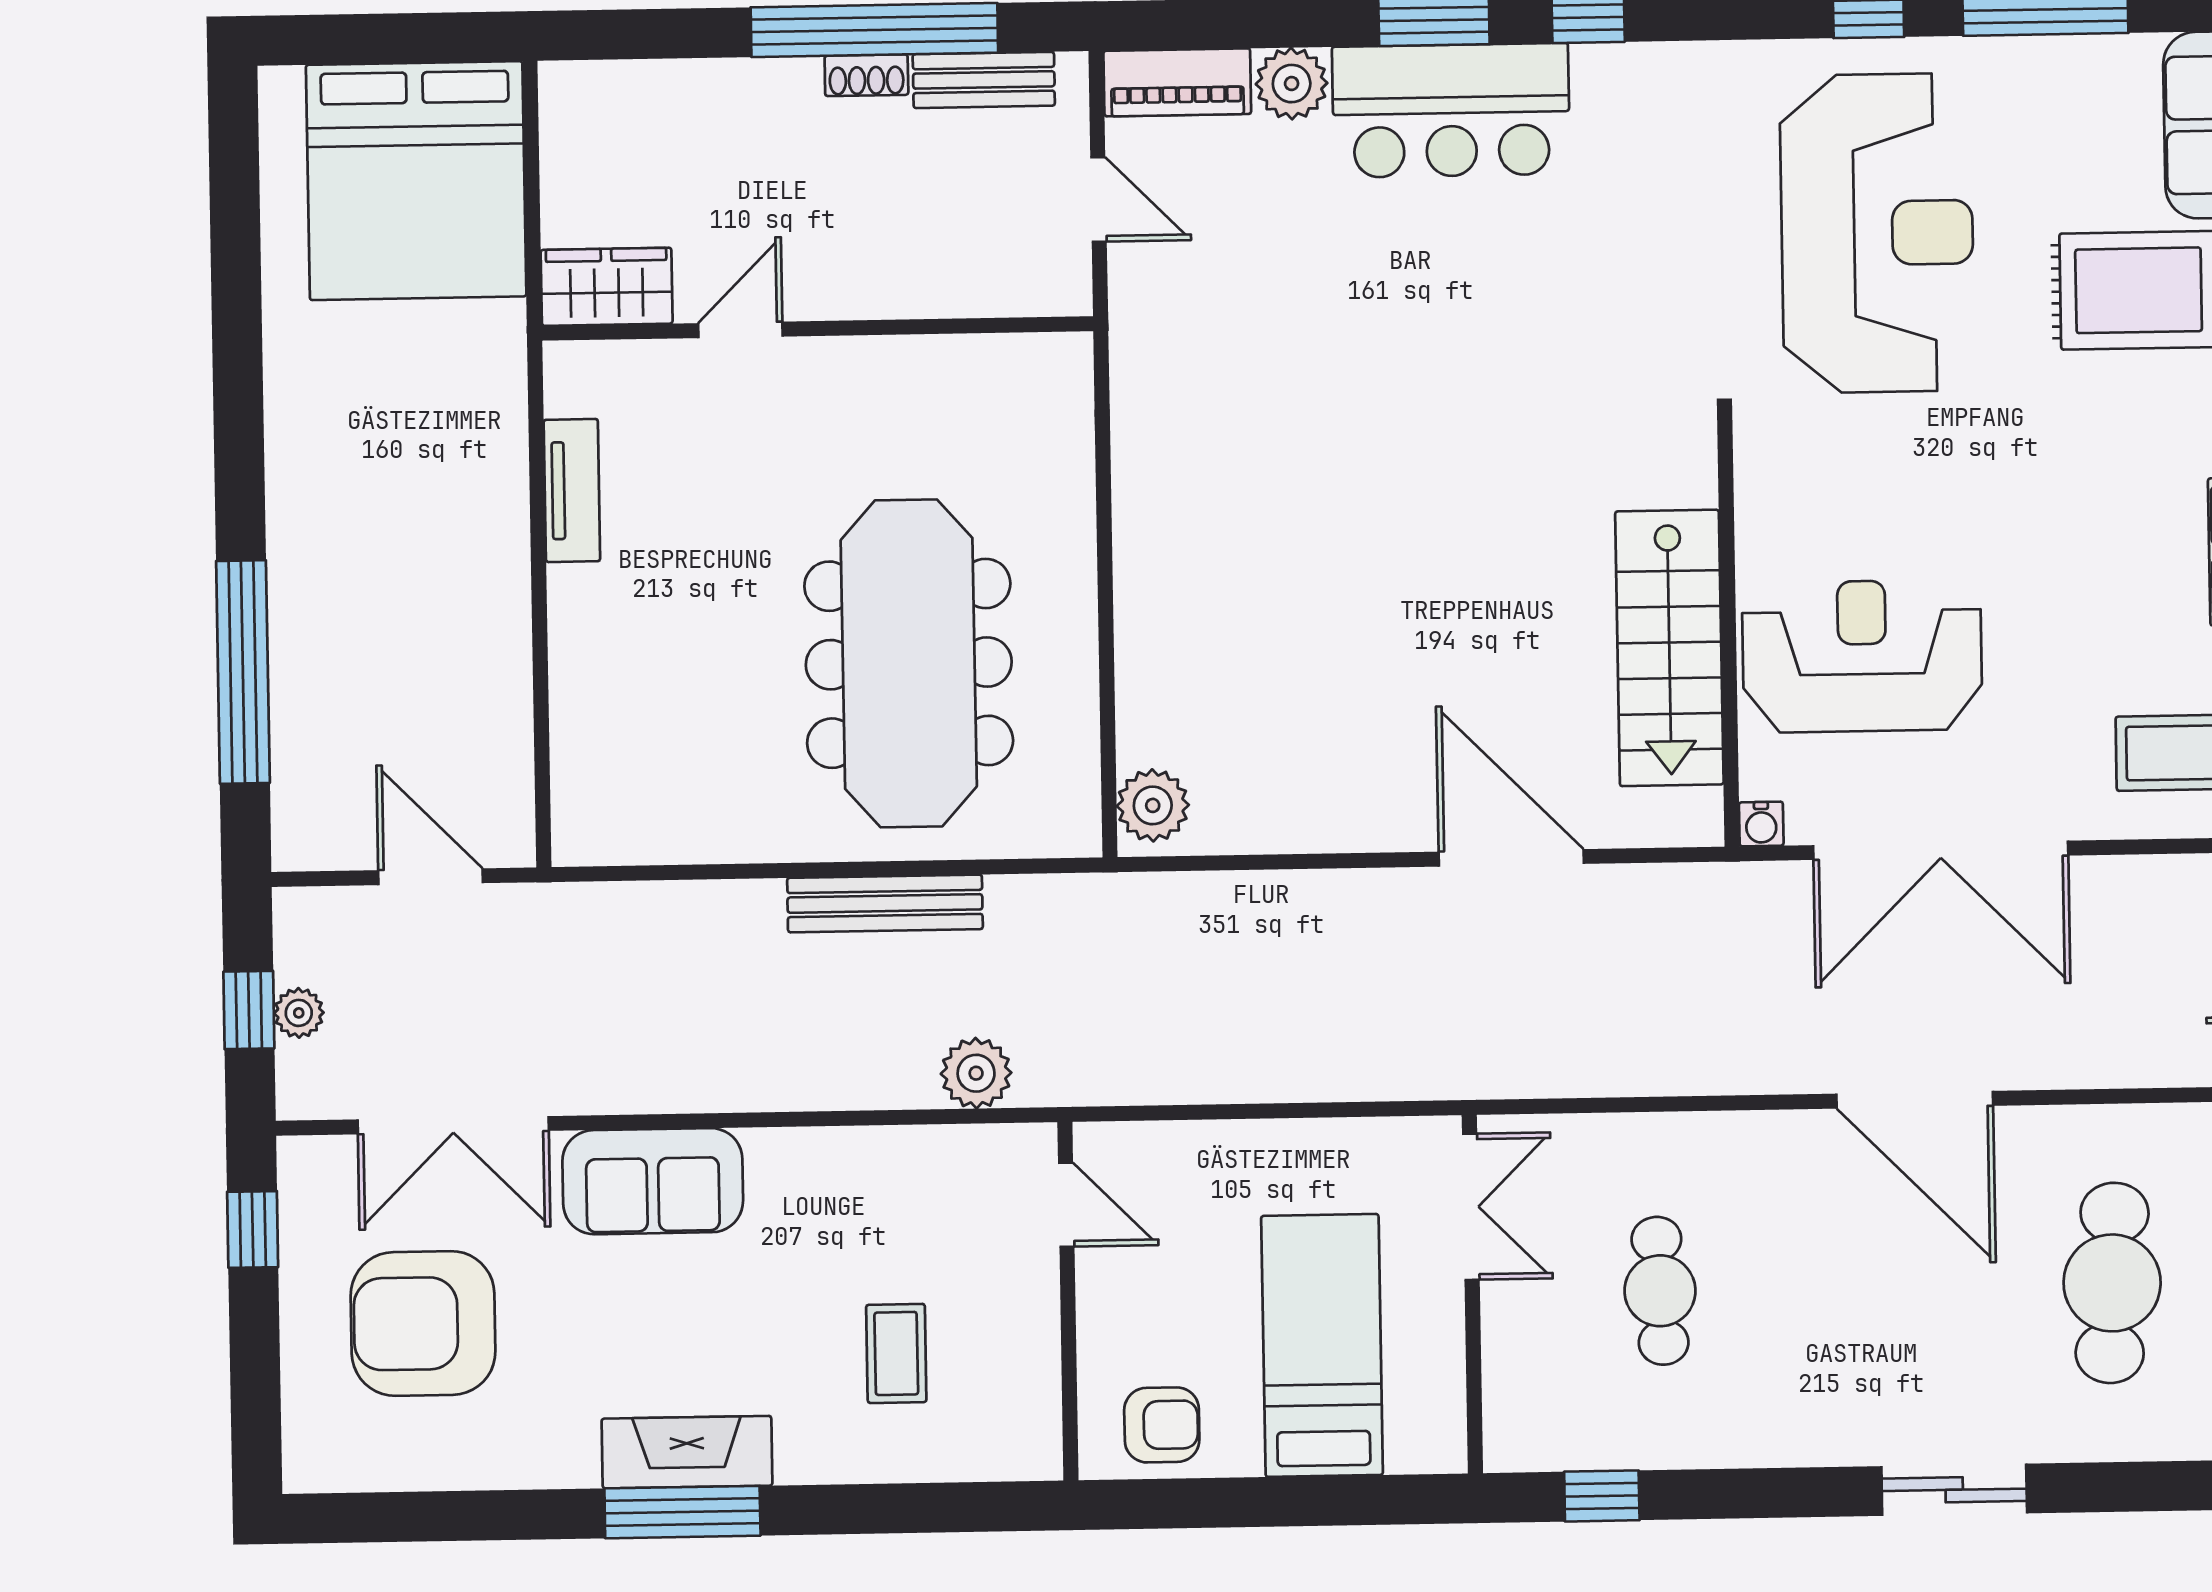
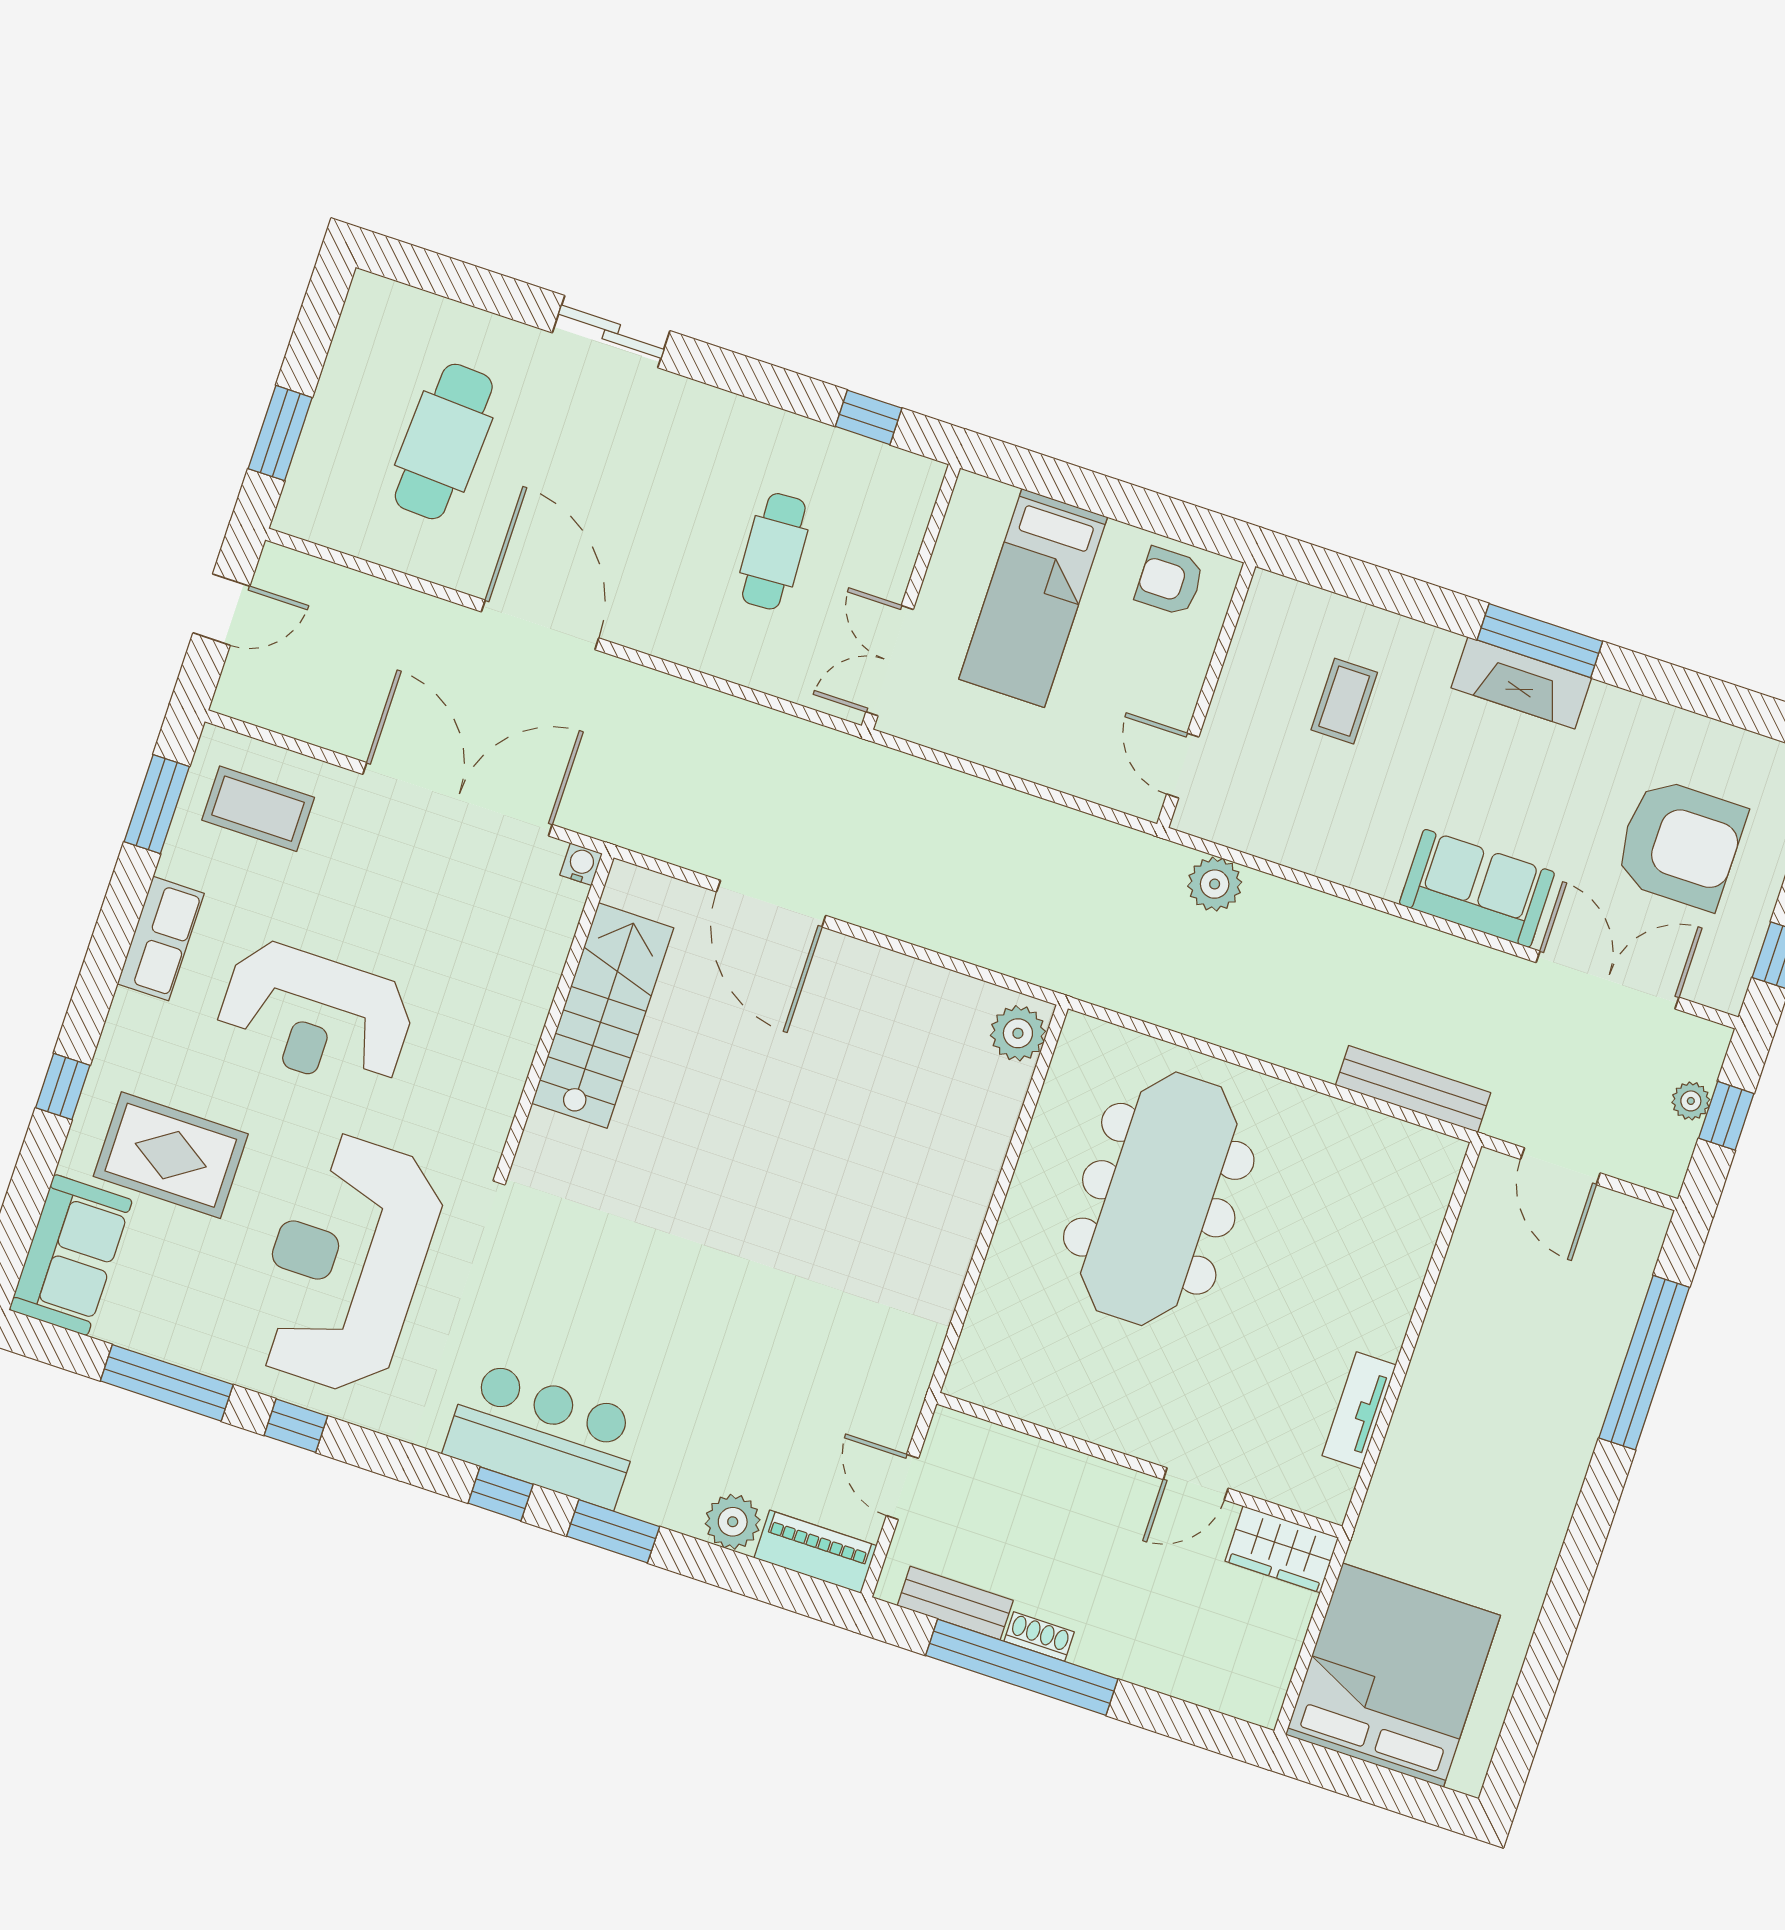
bar counter: (1451, 110) -> (543, 1435), moved
reception desk: (1862, 656) -> (315, 1016), moved
bench: (885, 903) -> (1413, 1089), moved

